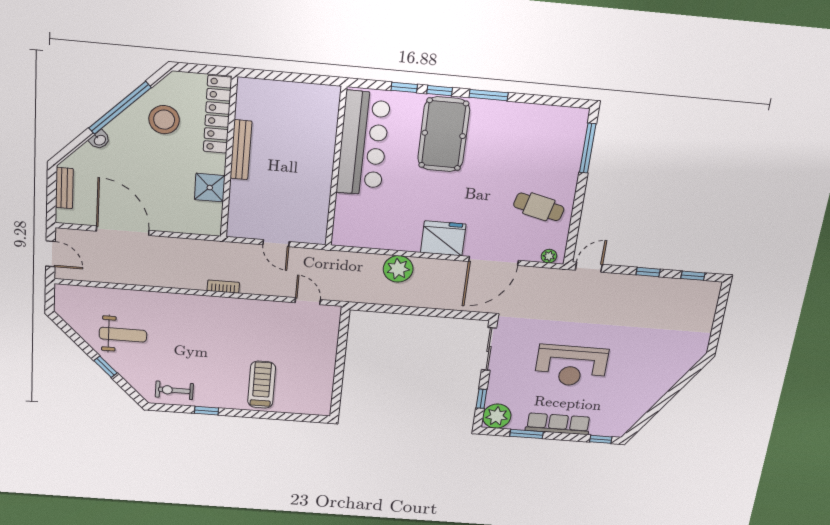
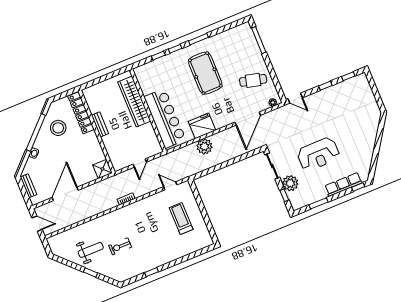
pool table: (444, 134) -> (205, 73), moved
wardrobe: (321, 142) -> (134, 102), added
bar counter: (363, 144) -> (165, 118), moved
bench: (241, 150) -> (100, 124), width x0.73
shower: (210, 188) -> (102, 169), moved
door: (123, 231) -> (65, 194), hinge flipped
fridge: (443, 238) -> (202, 126), moved
door: (276, 243) -> (140, 163), hinge flipped
door: (589, 267) -> (295, 98), swing flipped
treadmill: (262, 385) -> (181, 219), moved
exercise bike: (174, 390) -> (120, 246), moved
plant: (497, 416) -> (290, 183), moved
row of seats: (558, 424) -> (343, 184), moved

